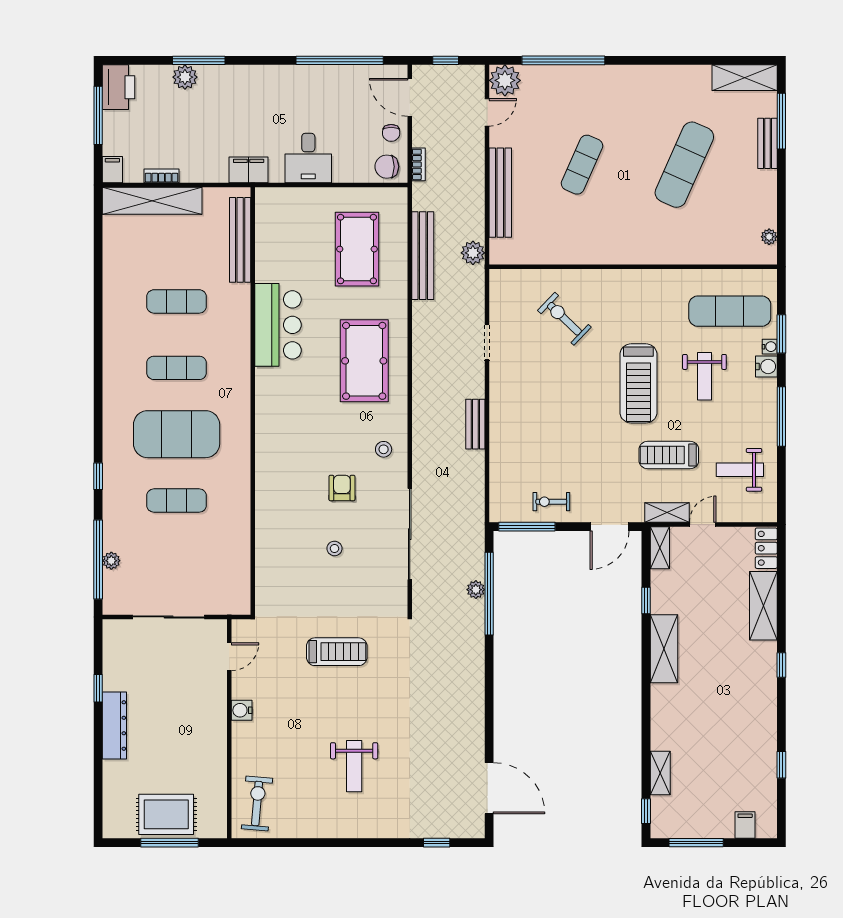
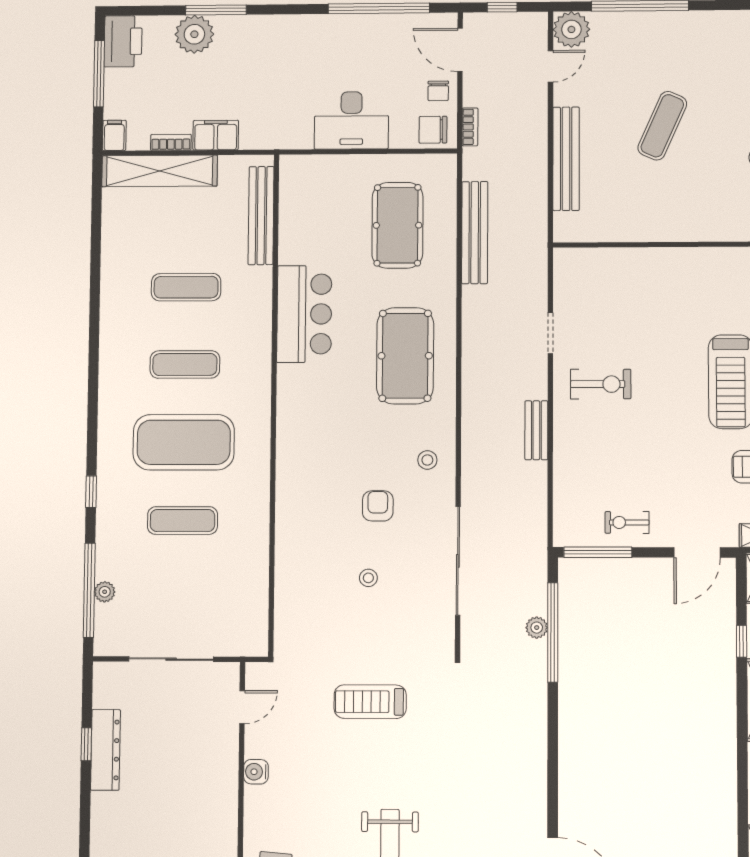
plant: (185, 77) -> (194, 34), width x1.36, depth x1.36
desk: (308, 158) -> (351, 120), width x1.37
filing cabinet: (249, 170) -> (216, 135), moved
plant: (473, 253) -> (534, 229), removed
exercise bike: (564, 319) -> (601, 384), moved, turned 136
treadmill: (337, 652) -> (370, 702), turned 180
dresser: (114, 726) -> (105, 750), moved

